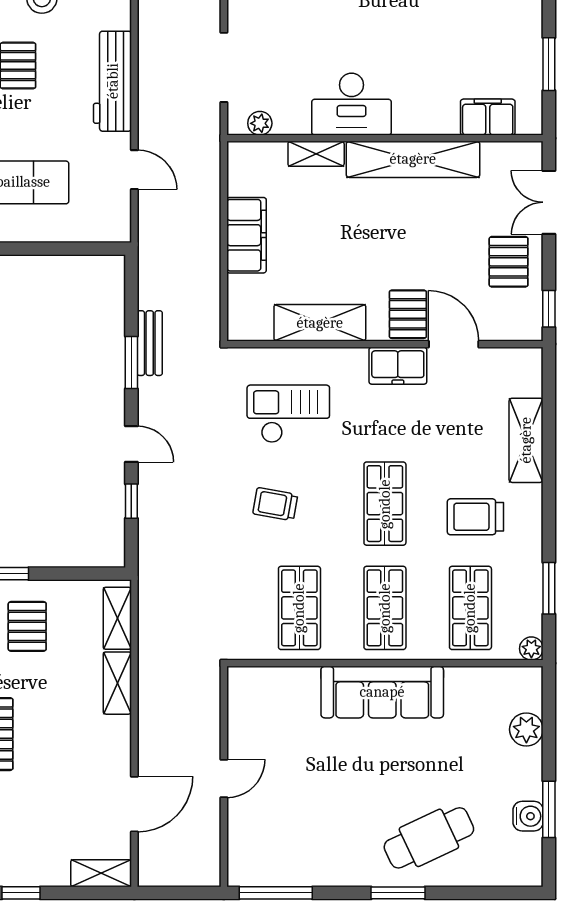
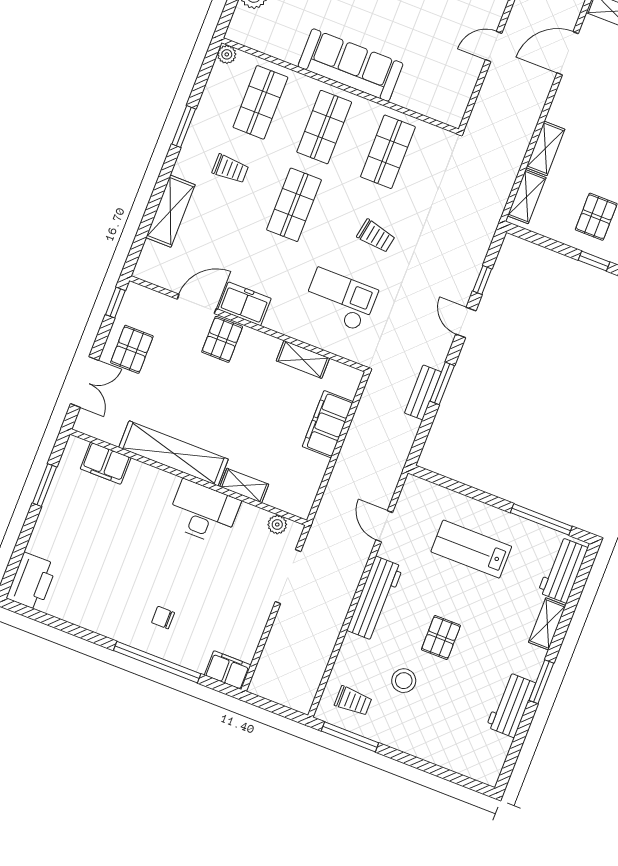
filing cabinet: (246, 235) -> (328, 424), moved
shelving: (320, 323) -> (303, 359), width x0.67, depth x0.75
door: (454, 344) -> (197, 304), swing flipped
checkout: (288, 414) -> (340, 300), turned 180
trolley: (475, 517) -> (230, 169), width x0.73, depth x0.72
window: (549, 588) -> (184, 127), moved

